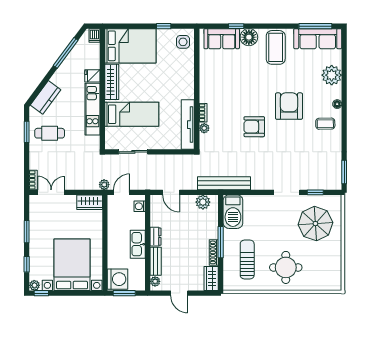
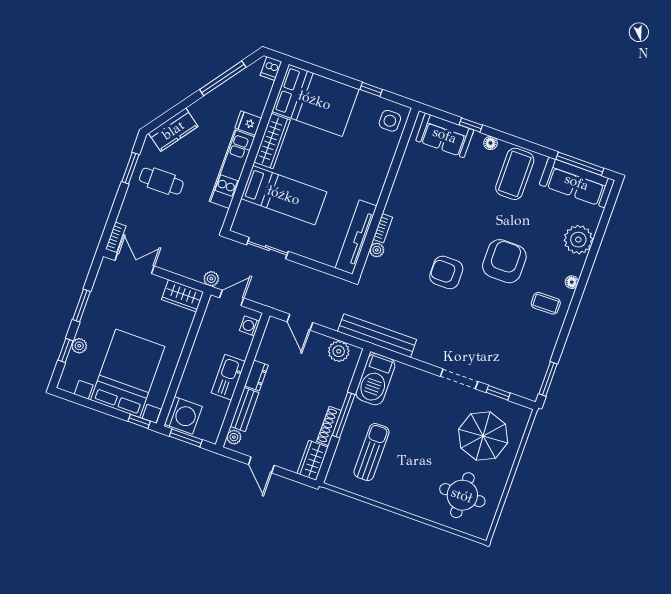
floor lamp: (249, 37) -> (491, 143), width x0.53, depth x0.53
round table: (286, 267) -> (462, 495), moved
plant: (34, 285) -> (79, 346), moved
window: (41, 293) -> (139, 421), moved

